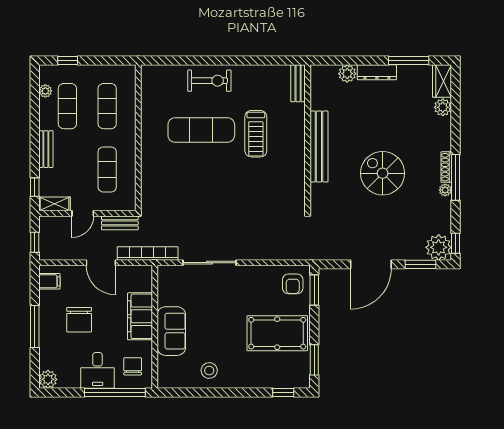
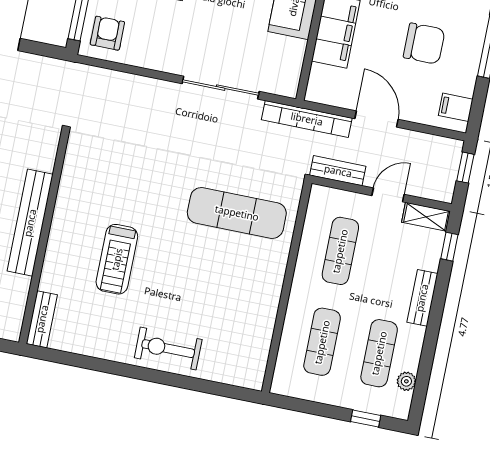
exercise mat: (201, 130) -> (237, 213), moved
treadmill: (256, 134) -> (117, 259), turned 180
chair: (79, 320) -> (424, 44), turned 90

